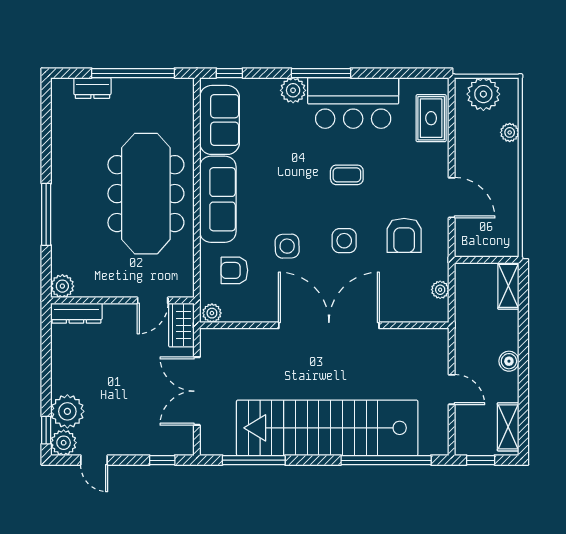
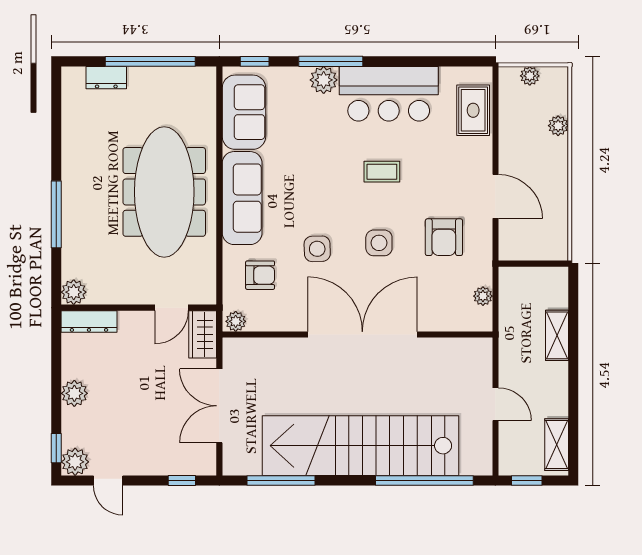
window: (321, 73) -> (331, 61), moved
plant: (483, 94) -> (530, 76), width x0.53, depth x0.53
armchair: (234, 270) -> (260, 275), turned 180
shelving: (508, 286) -> (557, 335), moved
boiler: (509, 361) -> (557, 373), removed
plant: (67, 411) -> (74, 393), moved, width x0.73, depth x0.73

